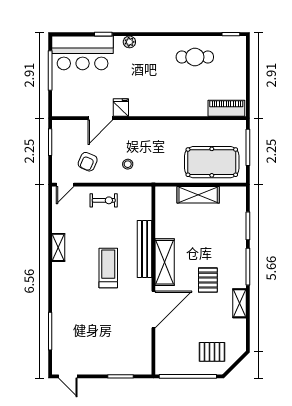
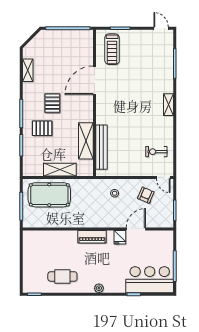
plant: (129, 42) -> (99, 288), moved
piano: (226, 108) -> (92, 237), moved
door: (65, 185) -> (163, 177), swing flipped
exercise bike: (104, 200) -> (156, 152), moved
shelving: (58, 247) -> (169, 105), moved
bench: (145, 249) -> (102, 147), moved
shelving: (165, 262) -> (86, 141), moved
treadmill: (108, 268) -> (112, 49), moved
shelving: (239, 303) -> (28, 70), moved
pallet: (212, 352) -> (42, 128), moved

